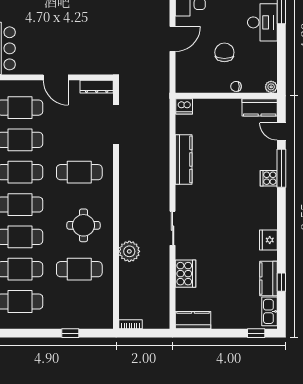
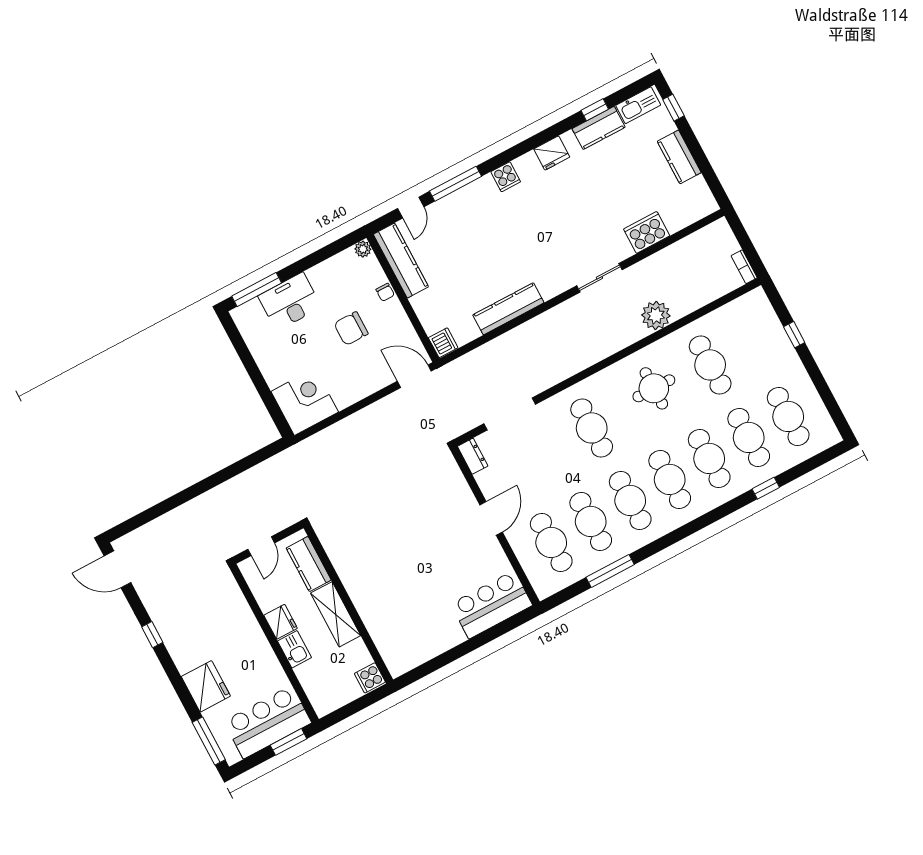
door: (173, 39) -> (414, 376), moved
dresser: (97, 87) -> (473, 456), width x0.70
kitchen counter: (260, 107) -> (401, 261), width x1.50
cooker: (269, 178) -> (506, 177), moved
kitchen counter: (193, 320) -> (679, 157), moved

